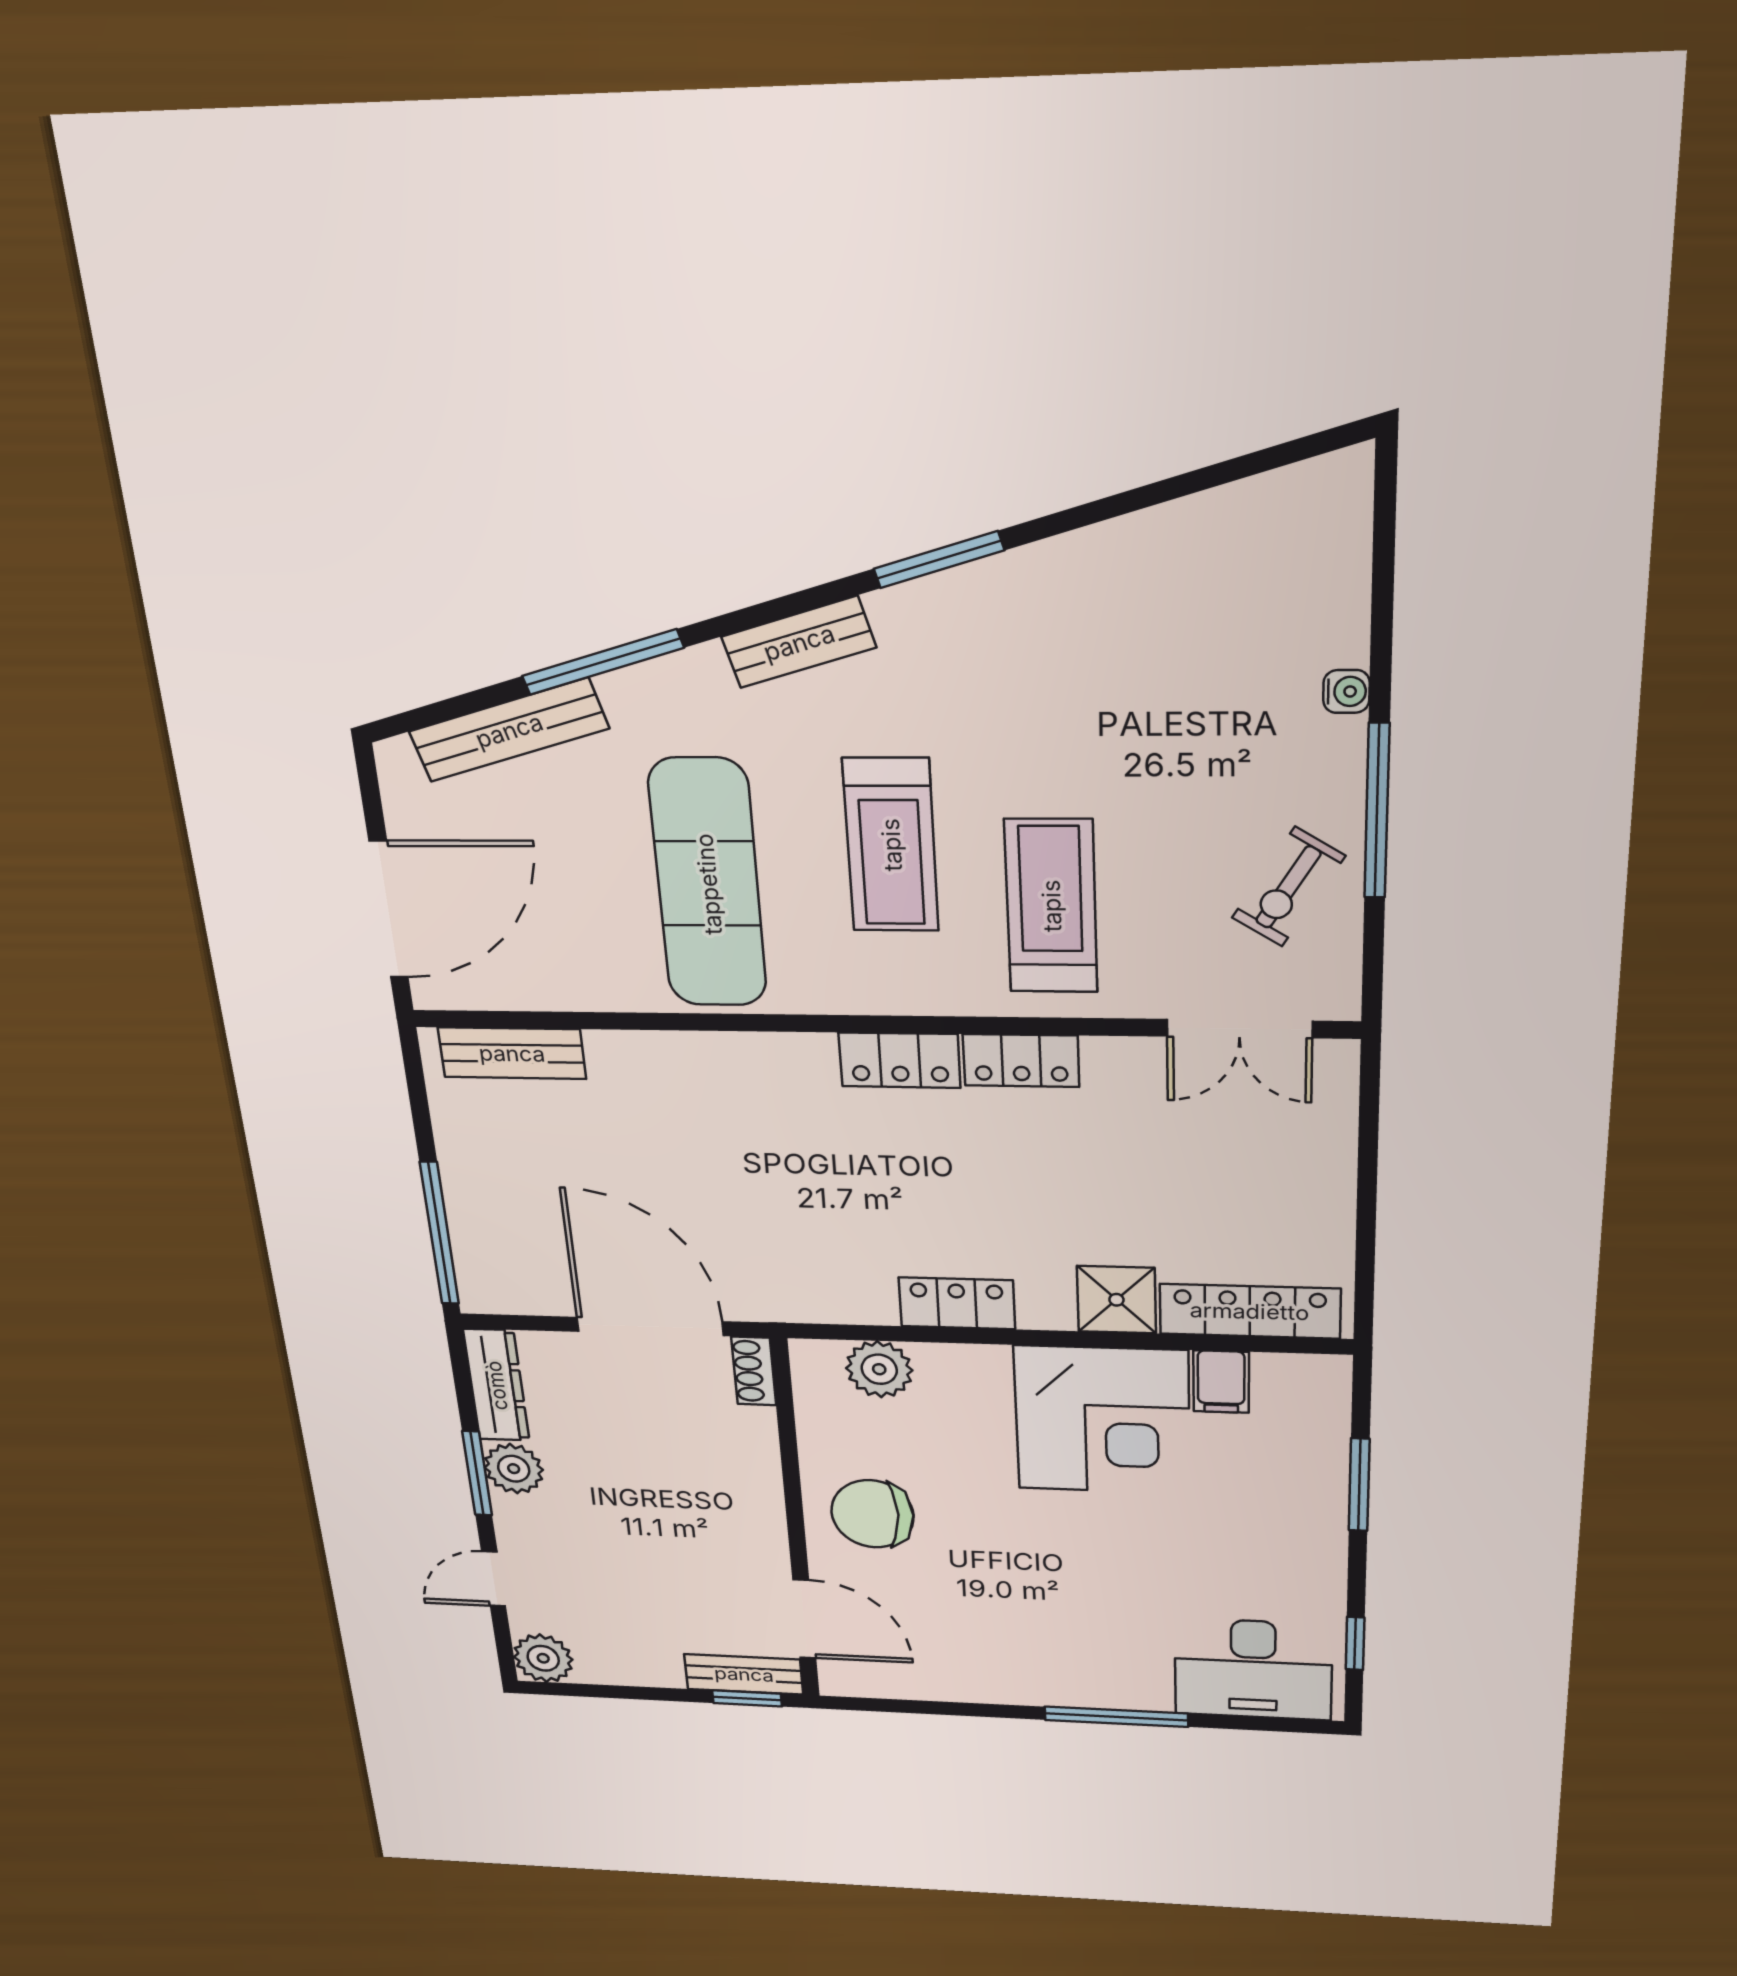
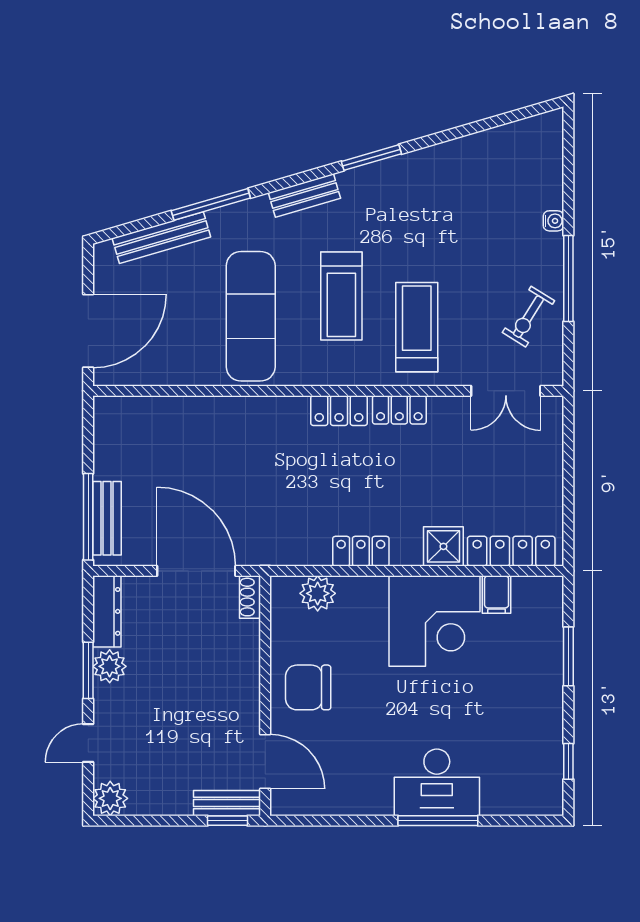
bench: (512, 1053) -> (107, 518), moved, turned 90
desk: (1253, 1669) -> (437, 782), moved

